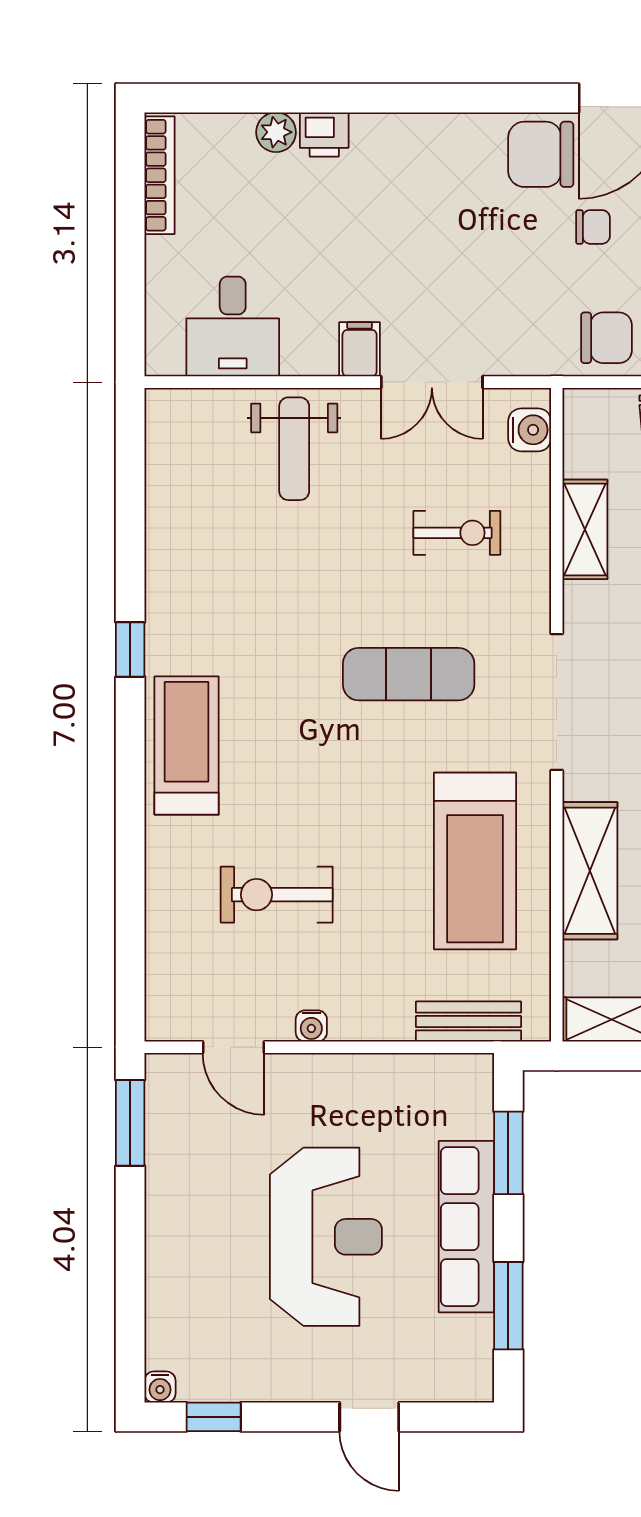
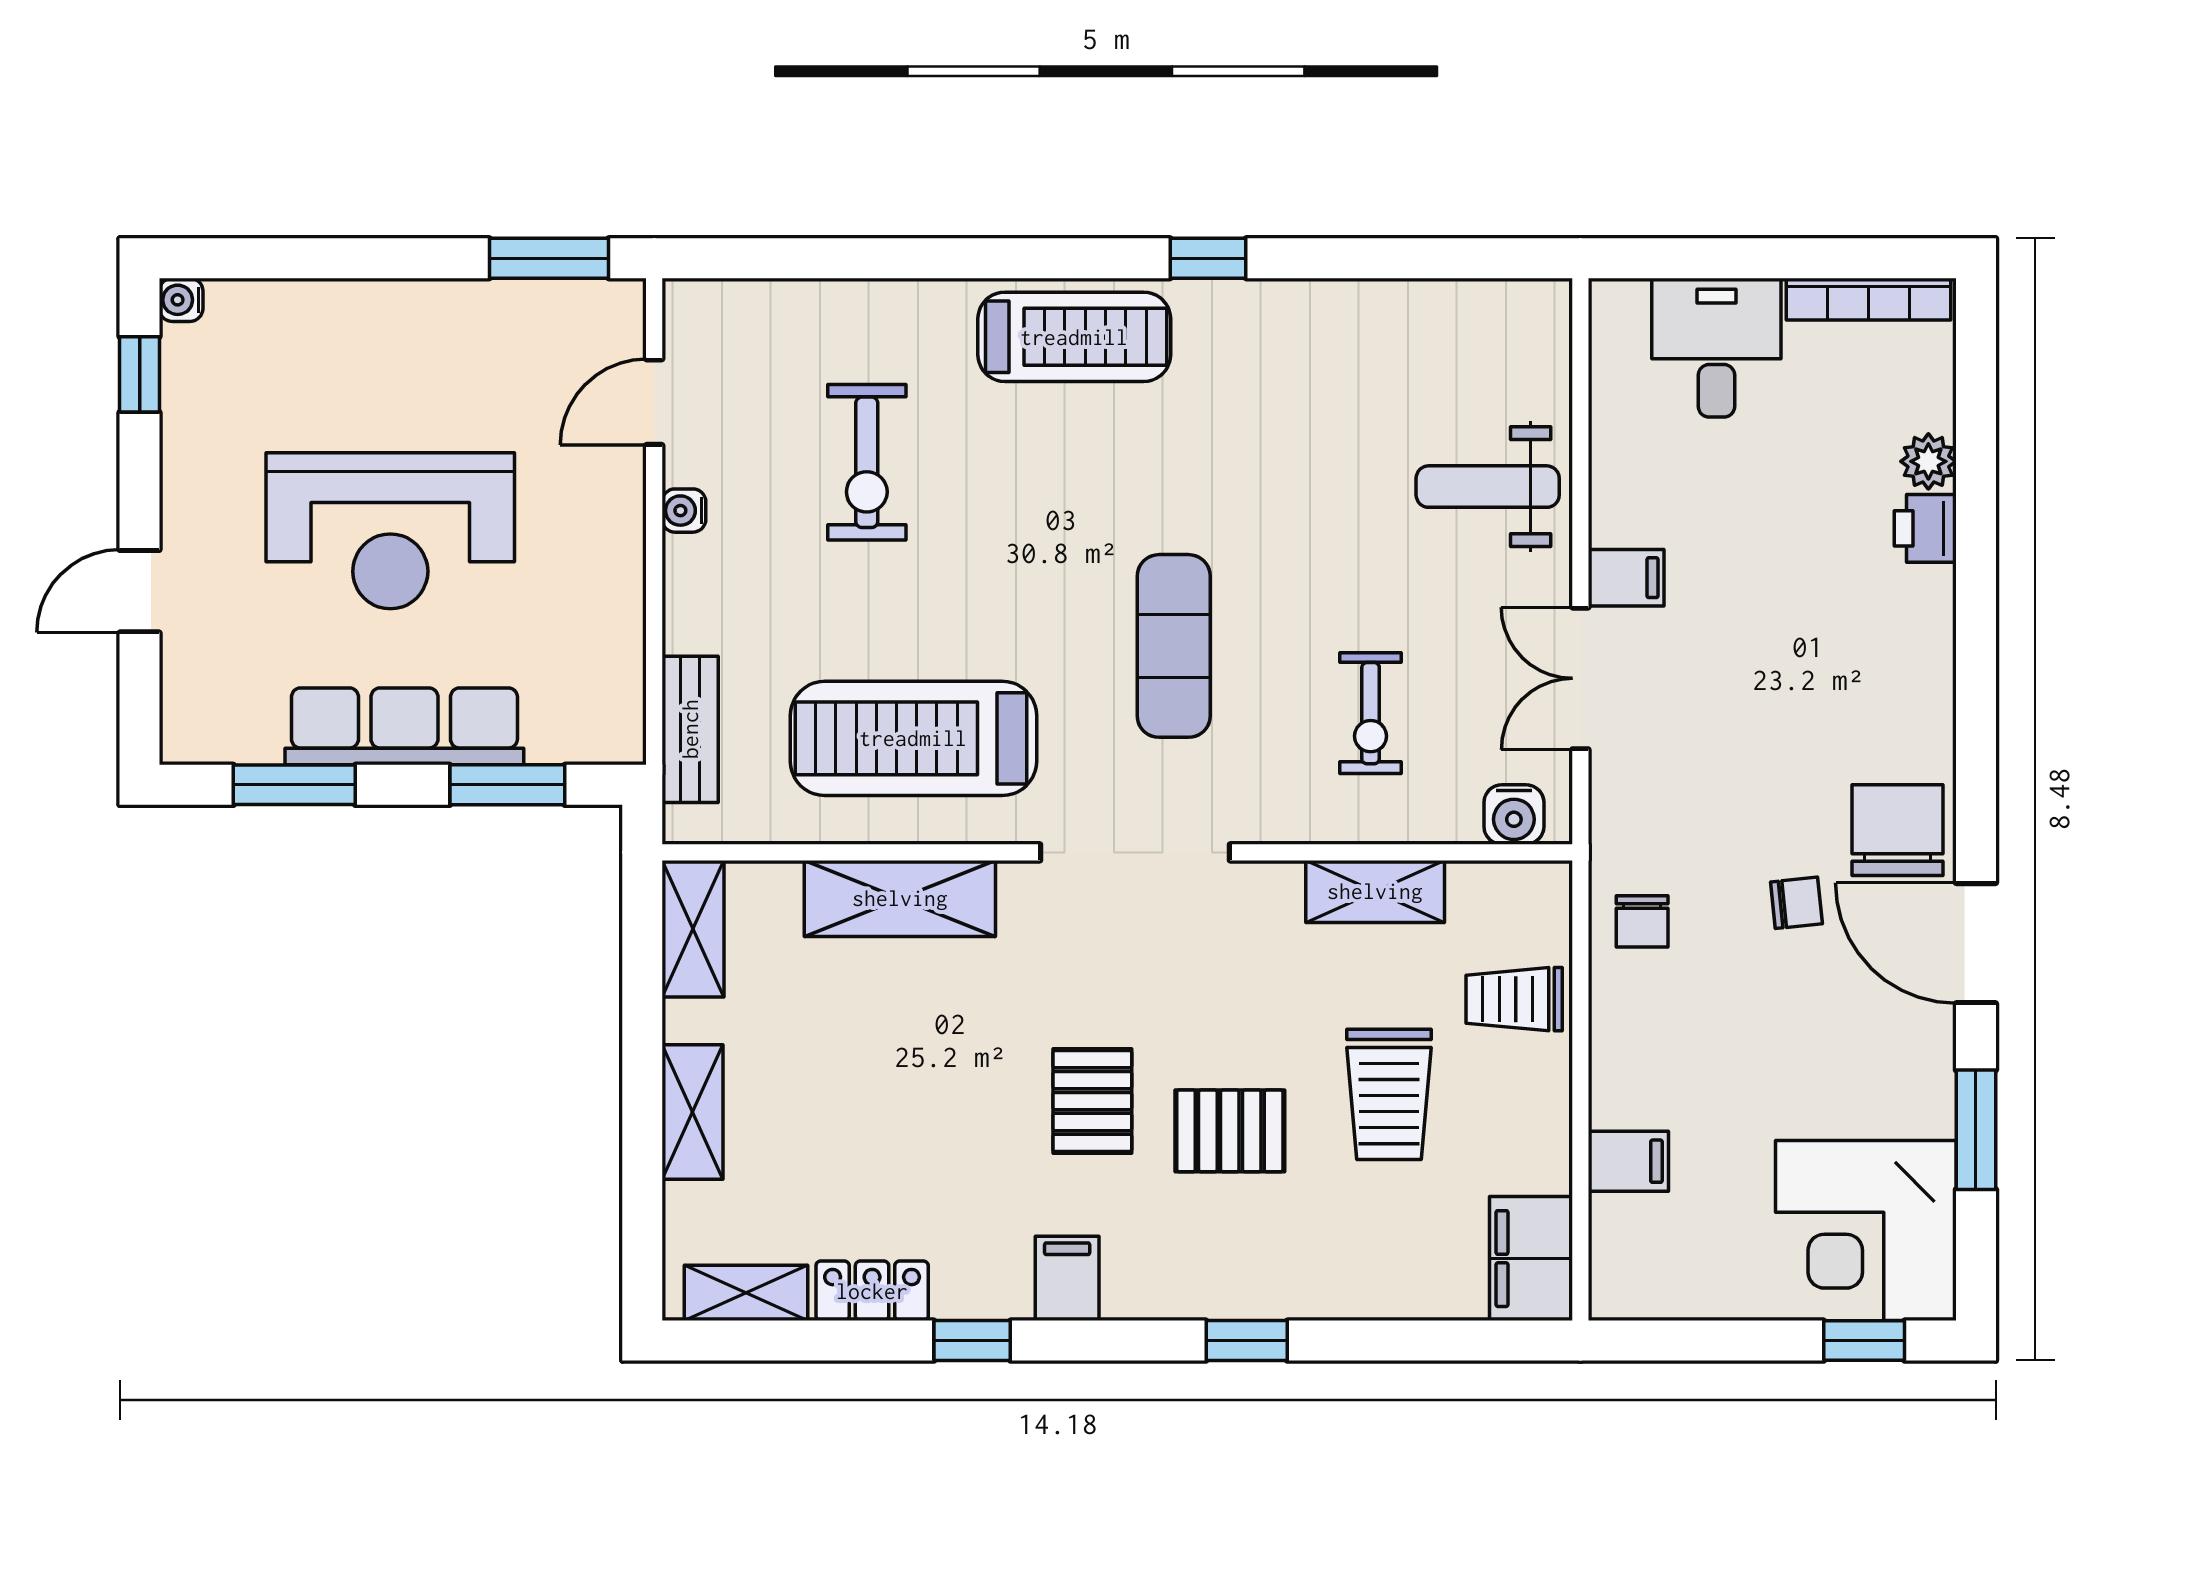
chair: (593, 227) -> (1796, 903), turned -96
desk: (233, 326) -> (1716, 348), moved, turned 90
chair: (606, 338) -> (1642, 921), width x0.73, depth x0.73
exercise bike: (277, 895) -> (867, 462), turned 180

